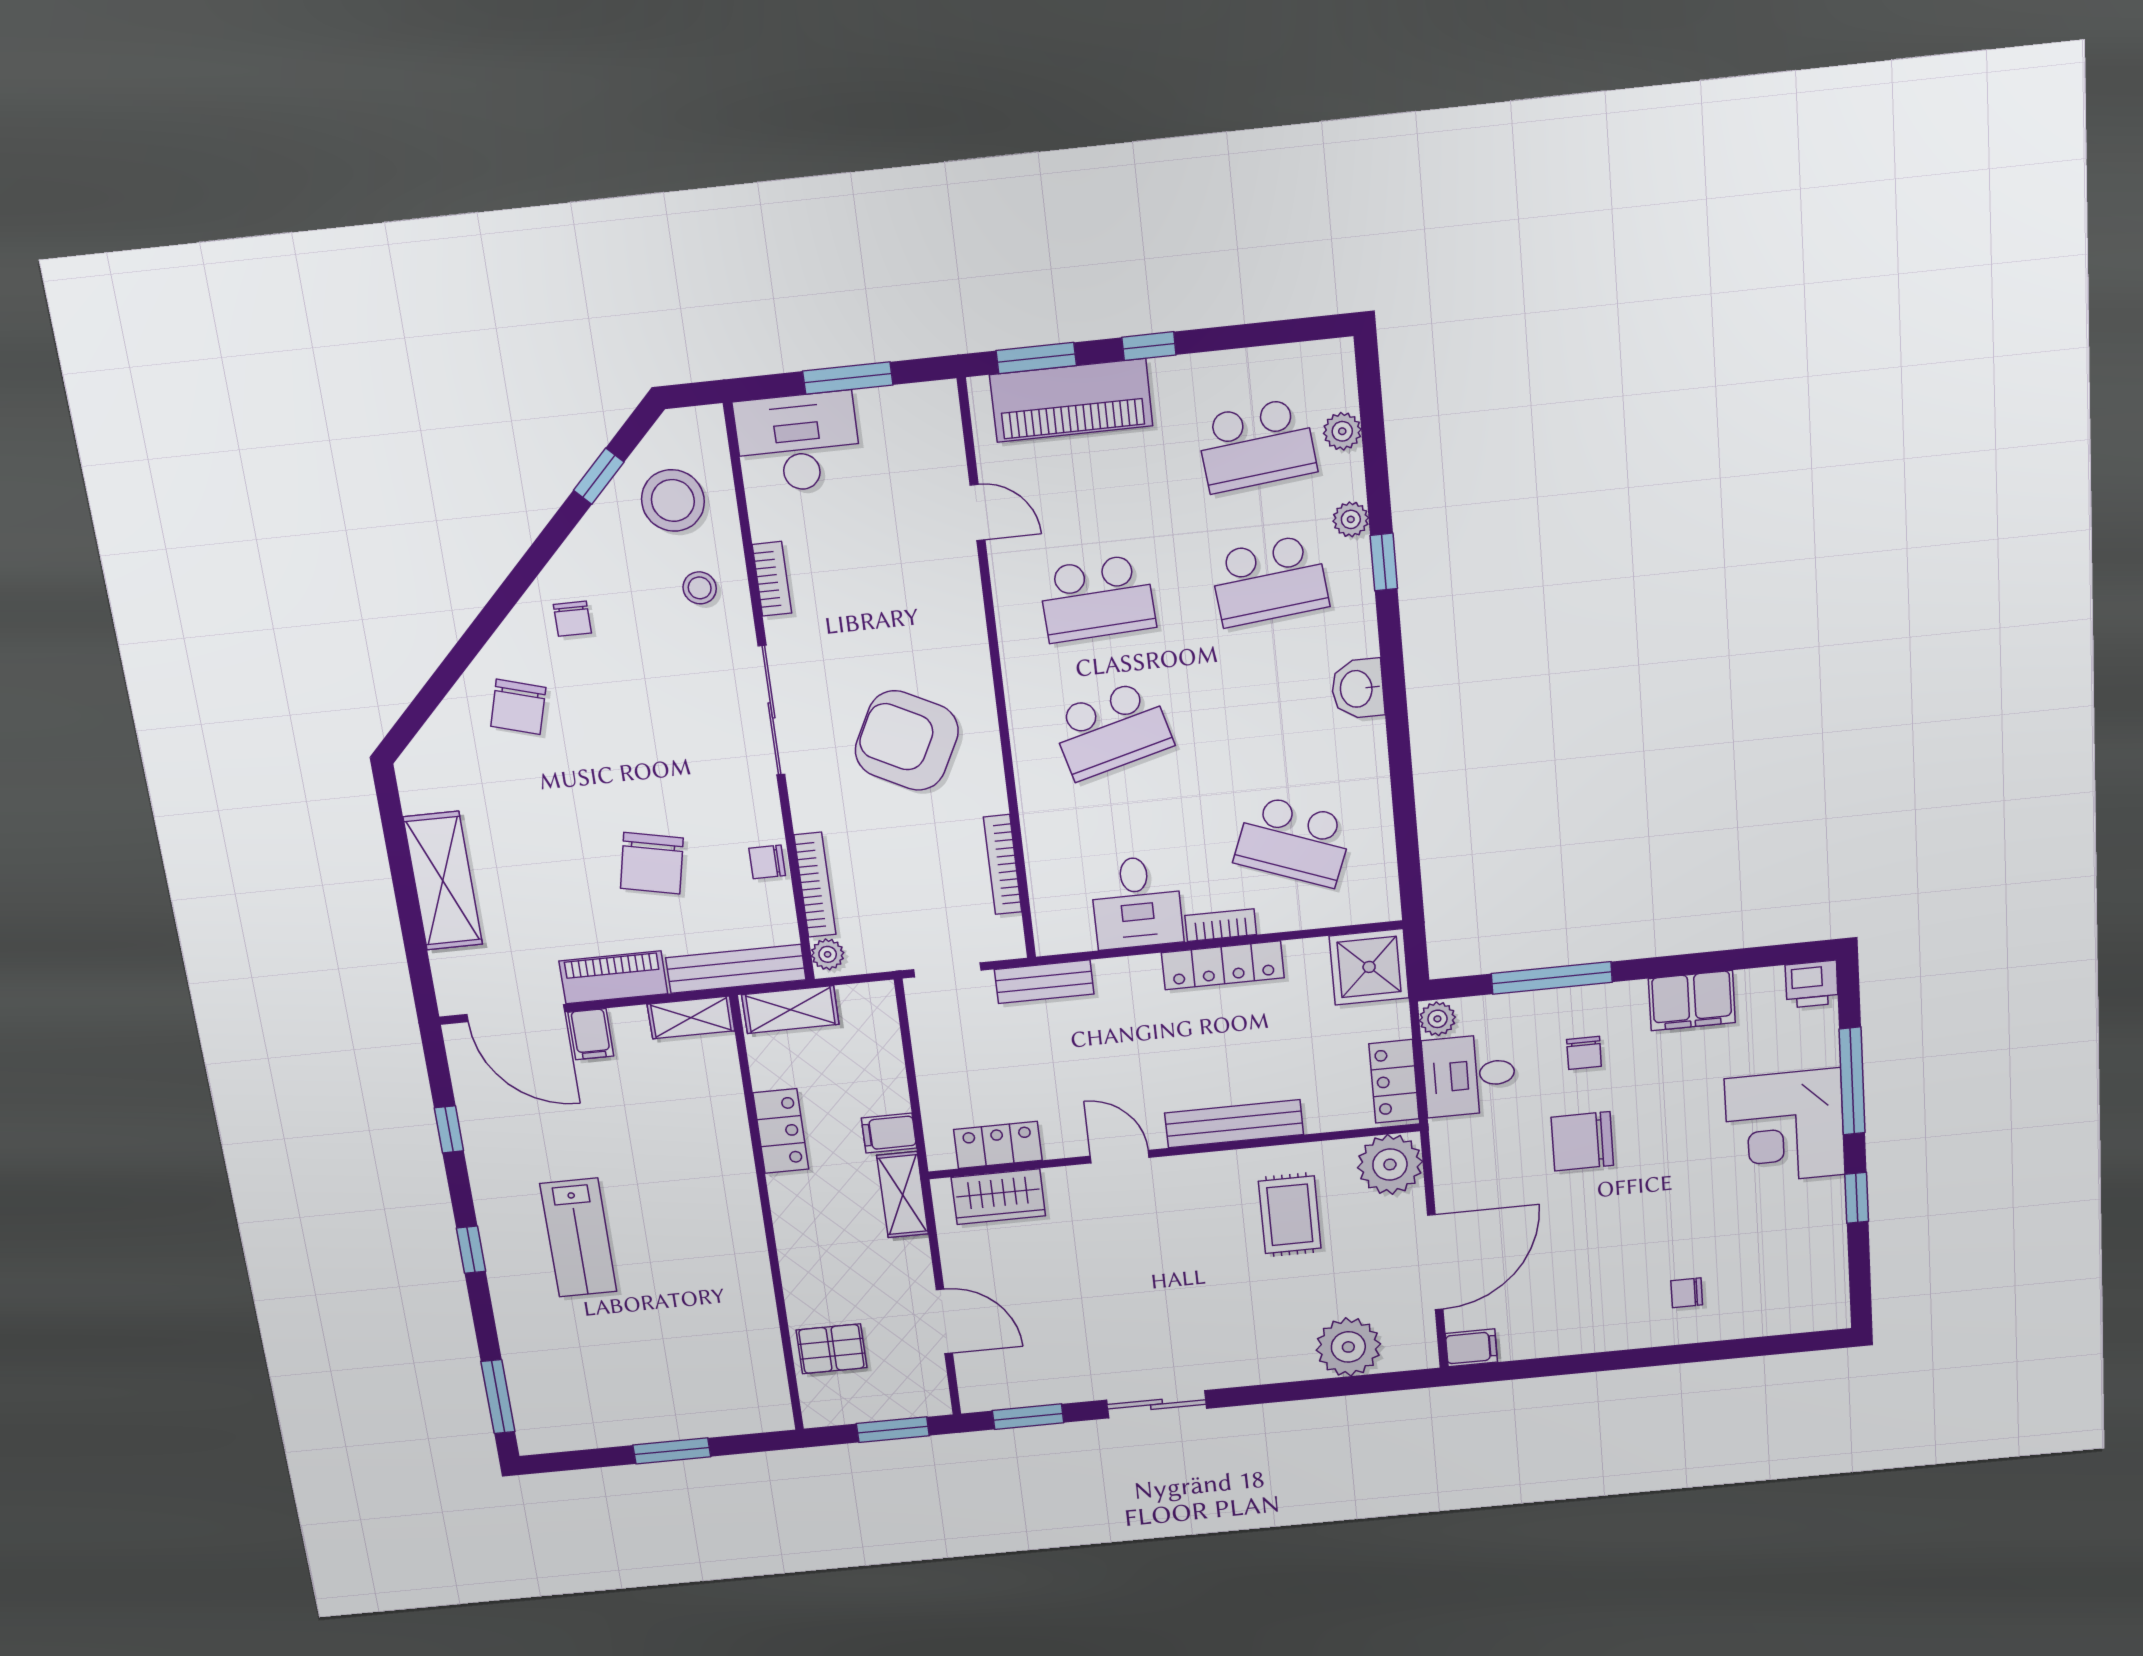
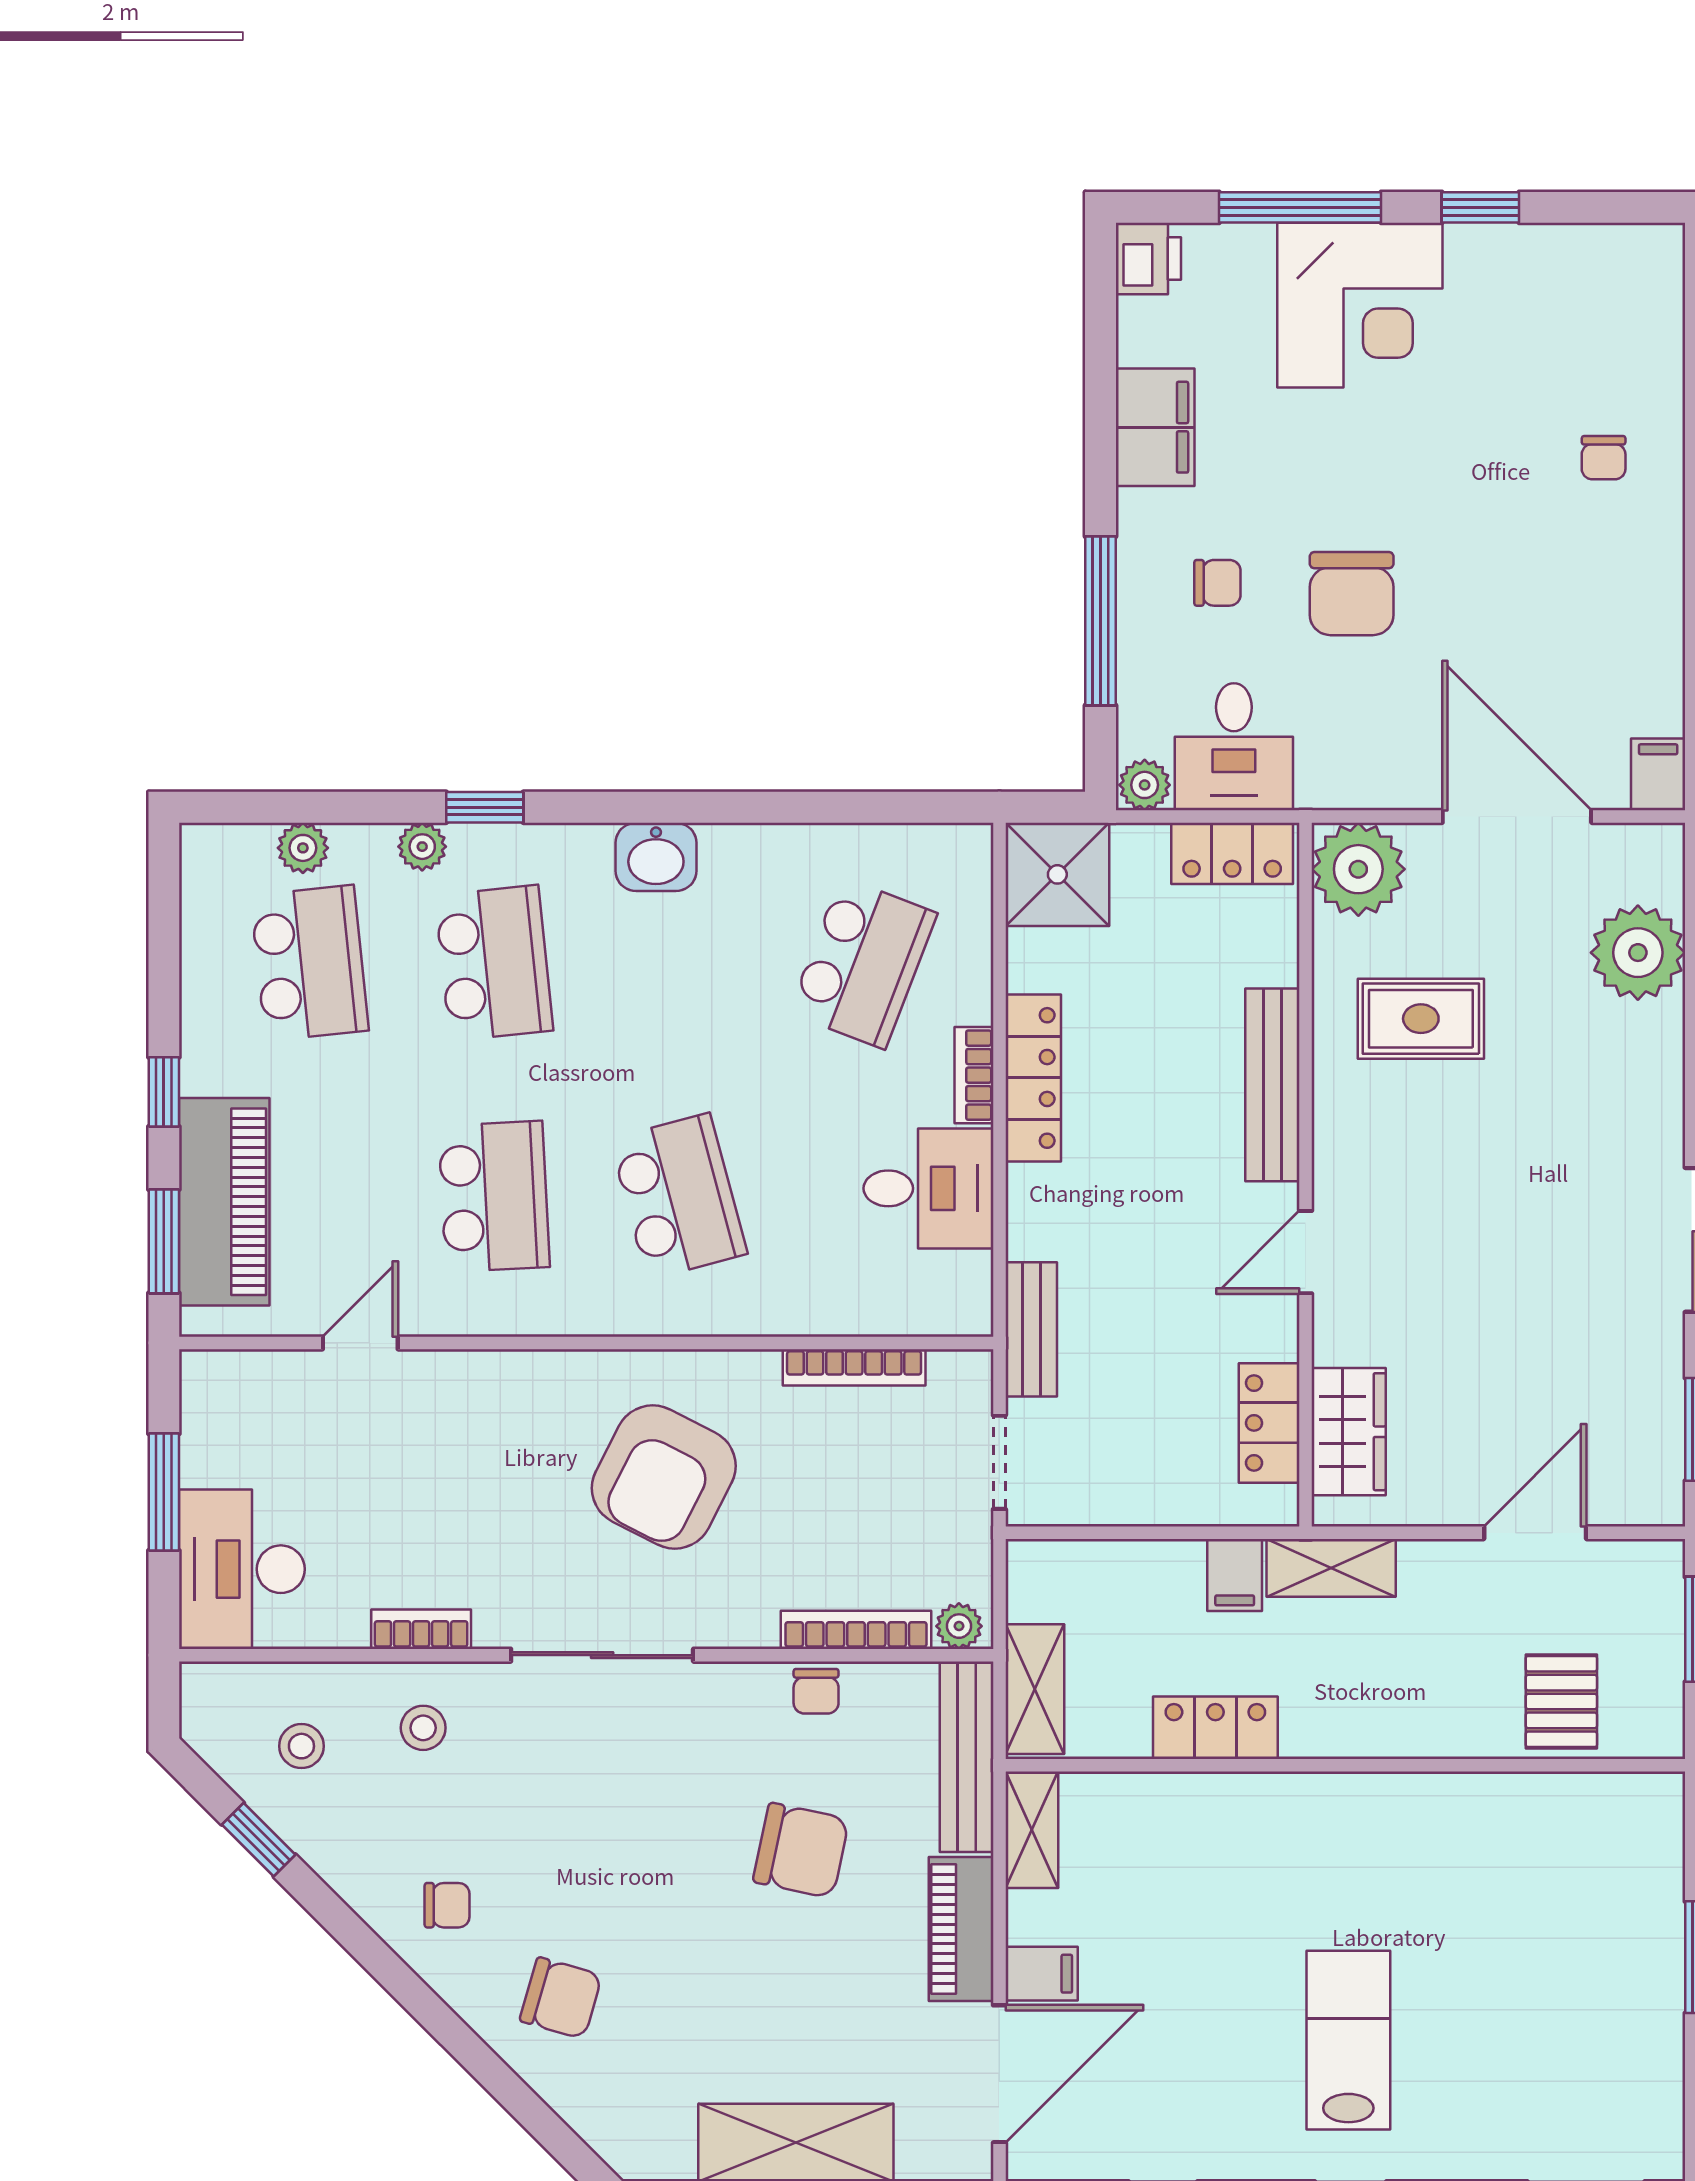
stool: (673, 500) -> (301, 1746), width x0.53, depth x0.53
lab bench: (578, 1238) -> (1348, 2040), turned -90

